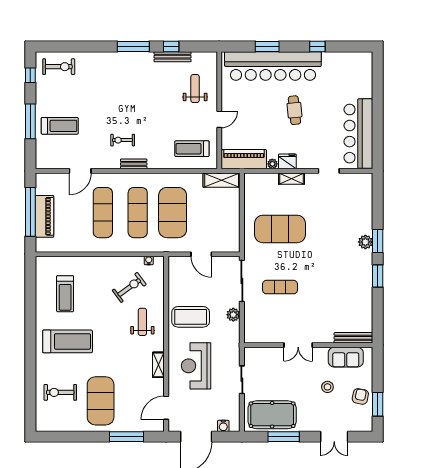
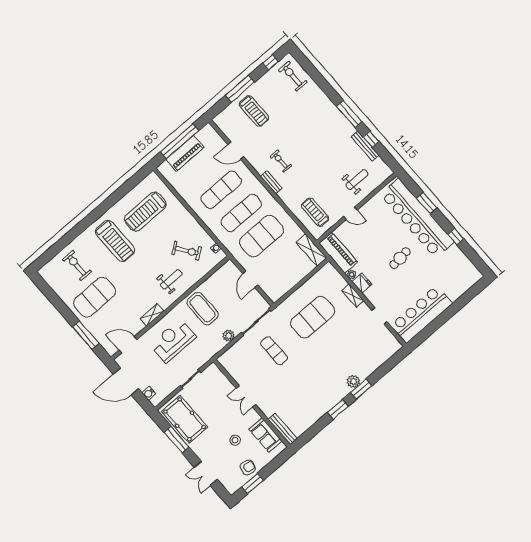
exercise bike: (59, 67) -> (293, 76), turned 180
exercise mat: (280, 229) -> (313, 317), turned 90
treadmill: (65, 294) -> (145, 212), width x1.37, depth x1.37

